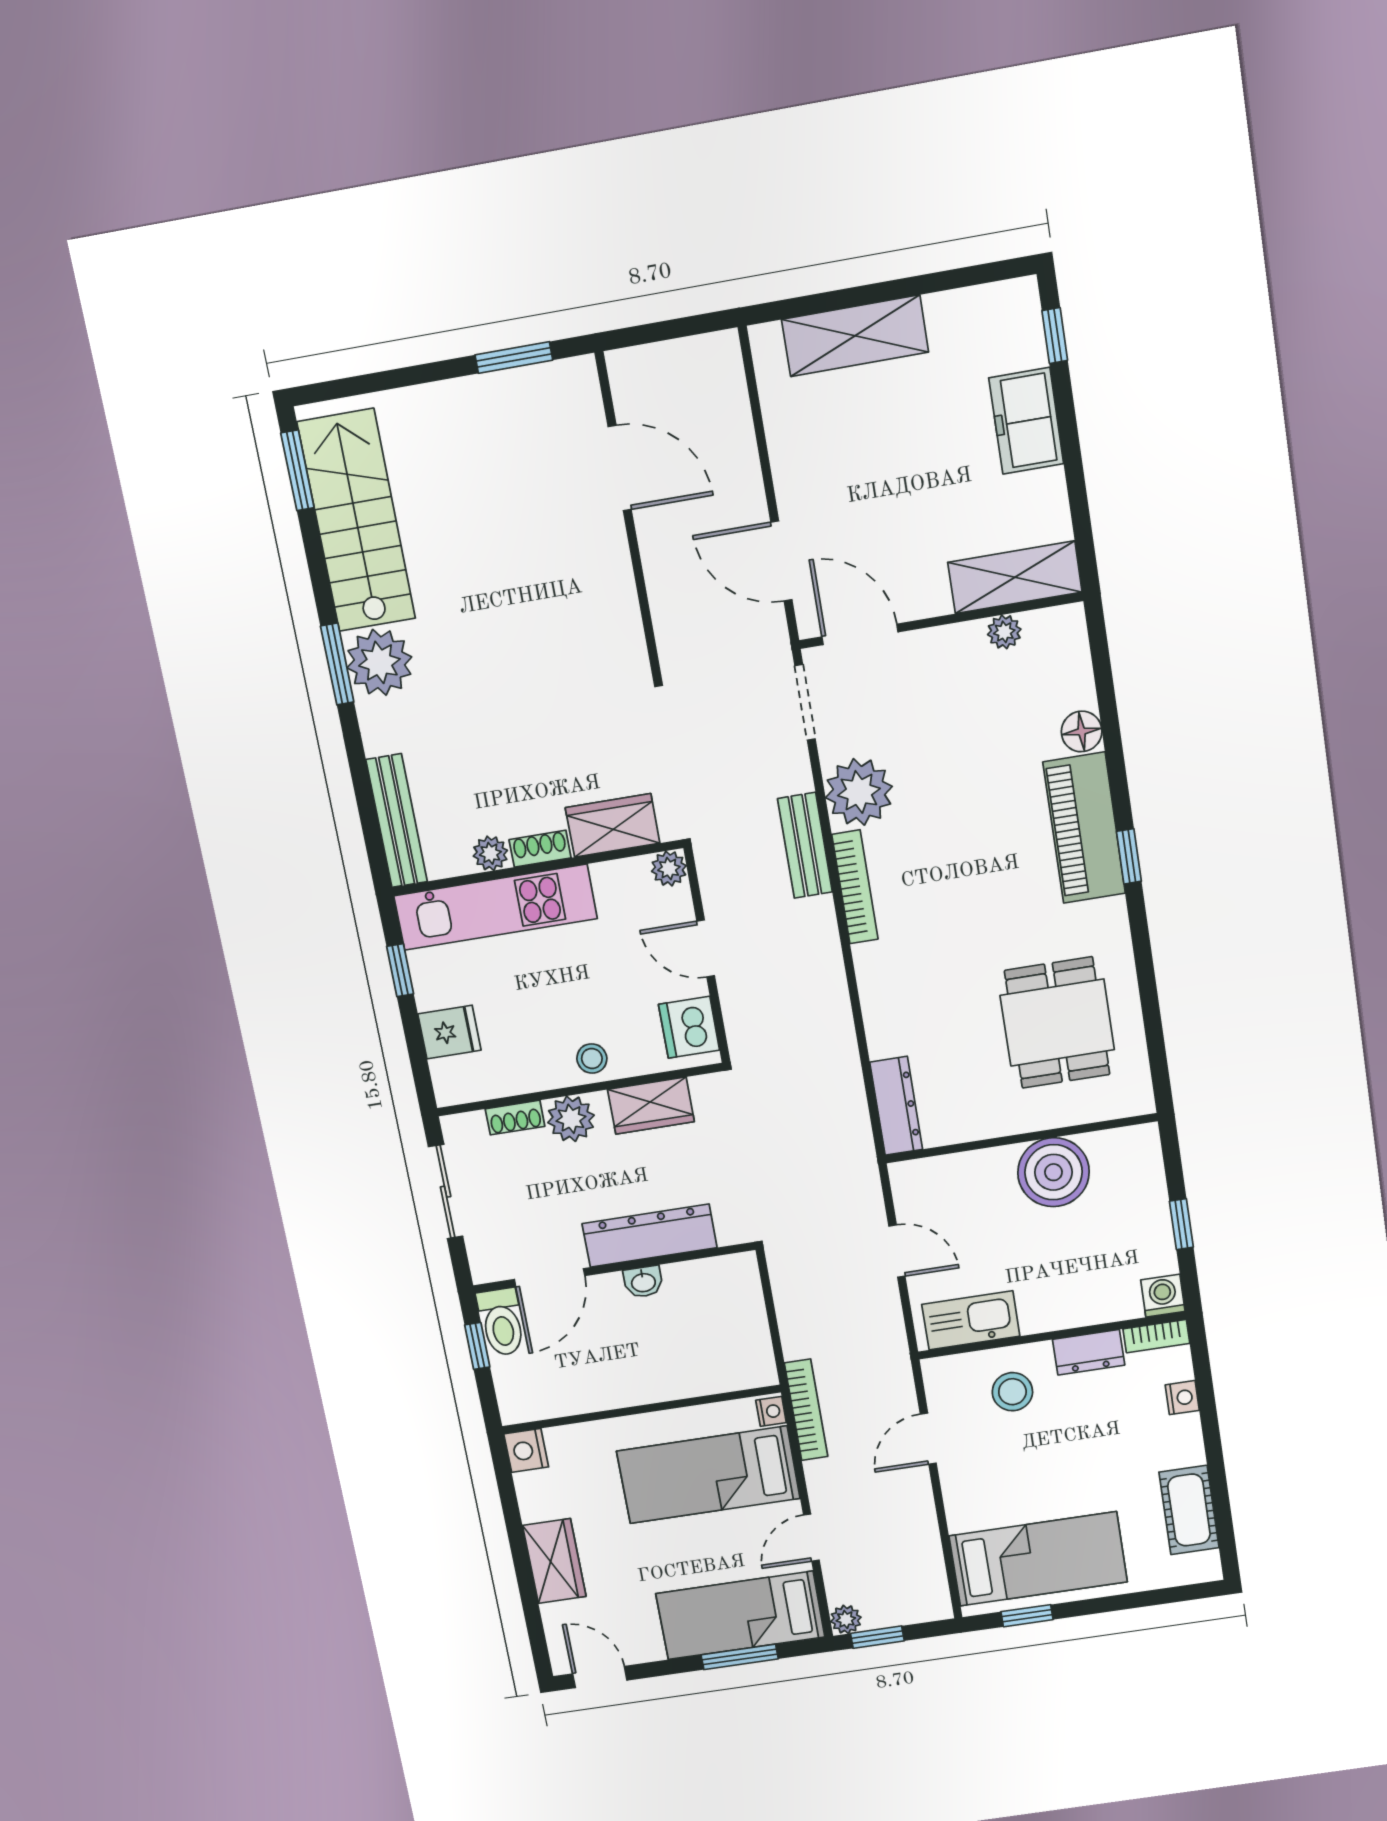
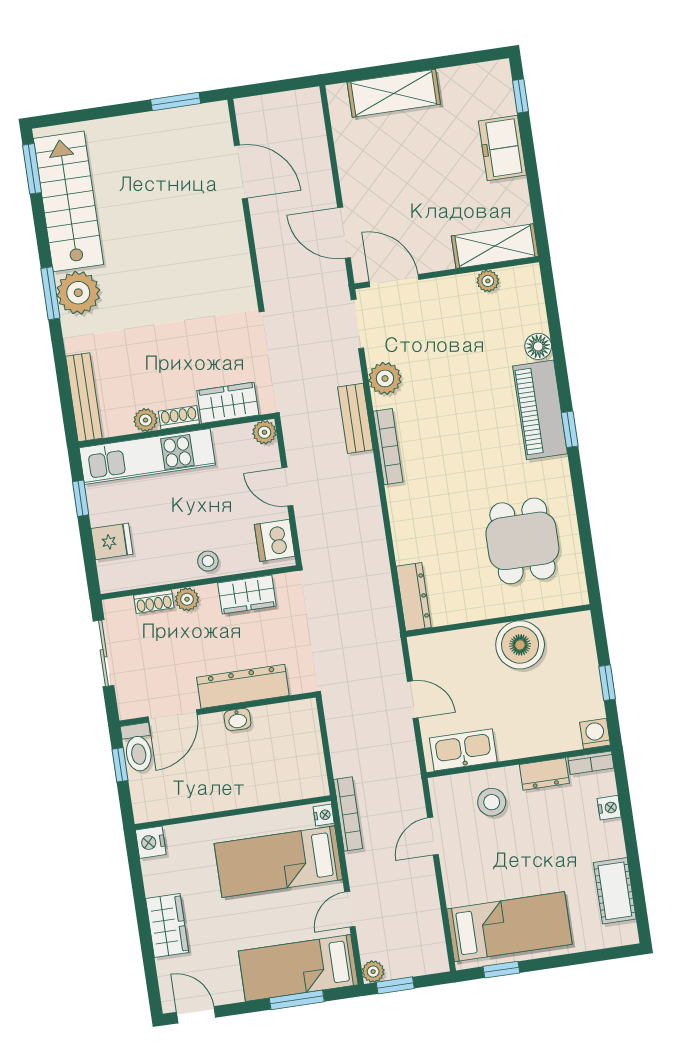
plant: (859, 792) -> (385, 378), width x0.73, depth x0.73
plant: (571, 1119) -> (187, 599), width x0.73, depth x0.73

